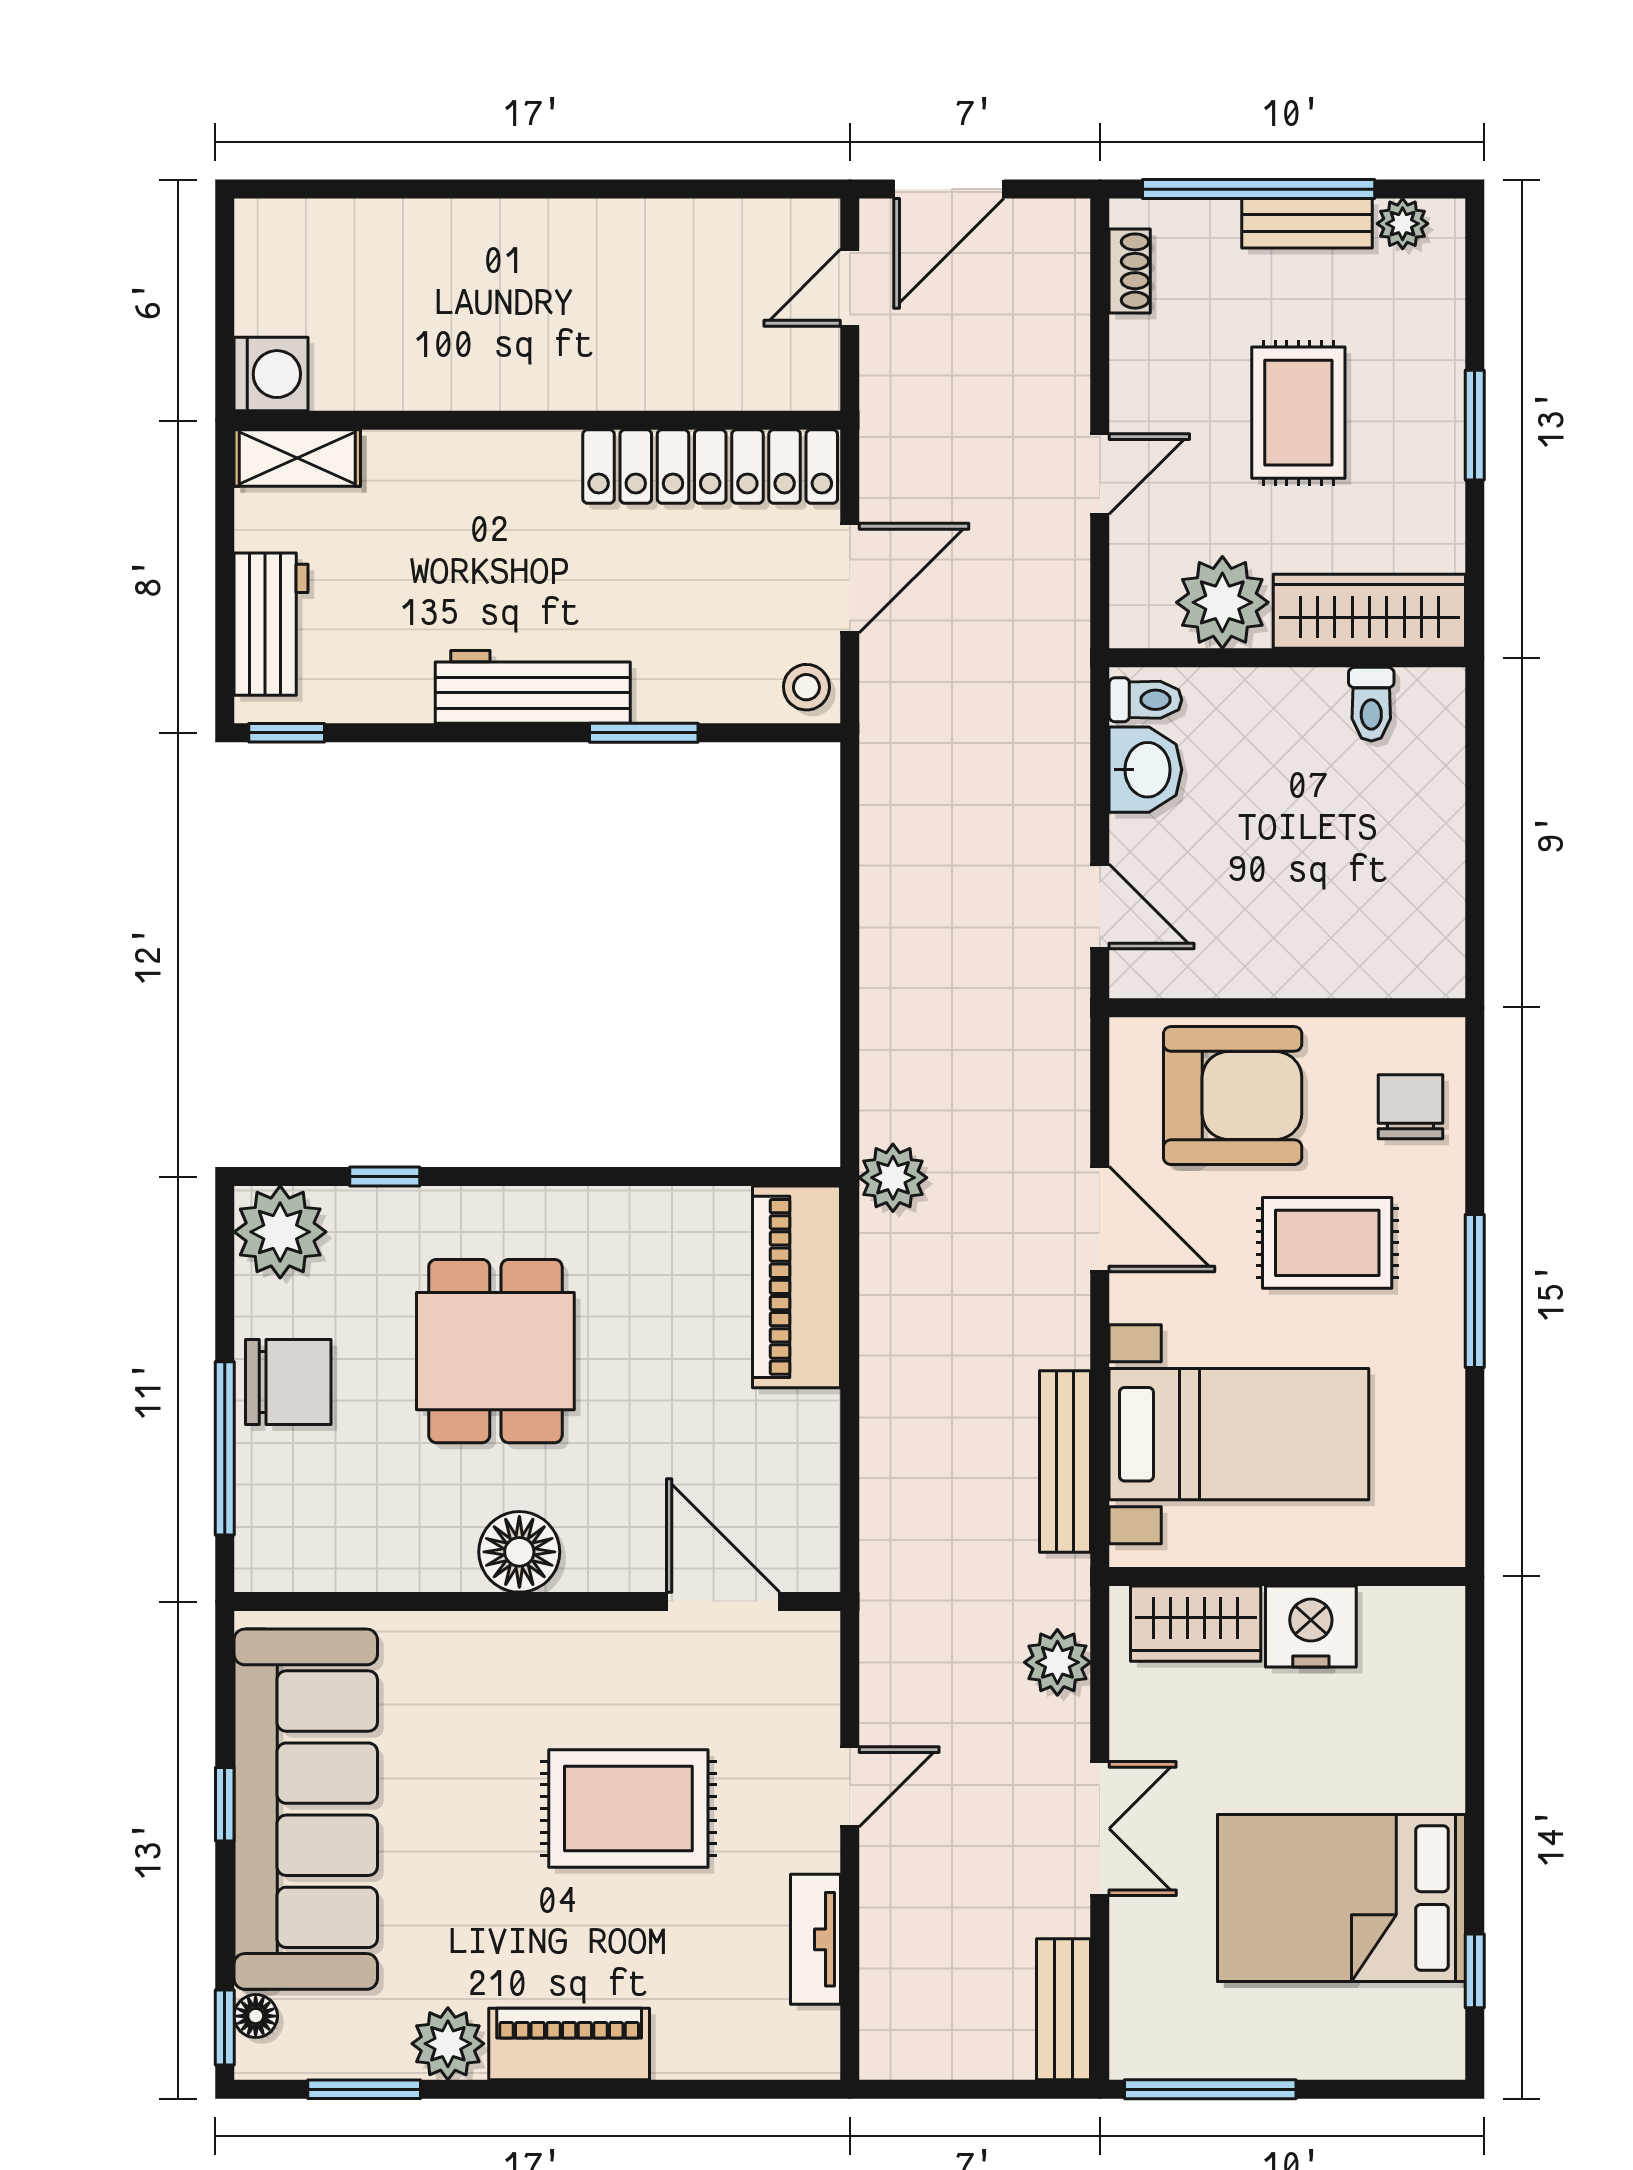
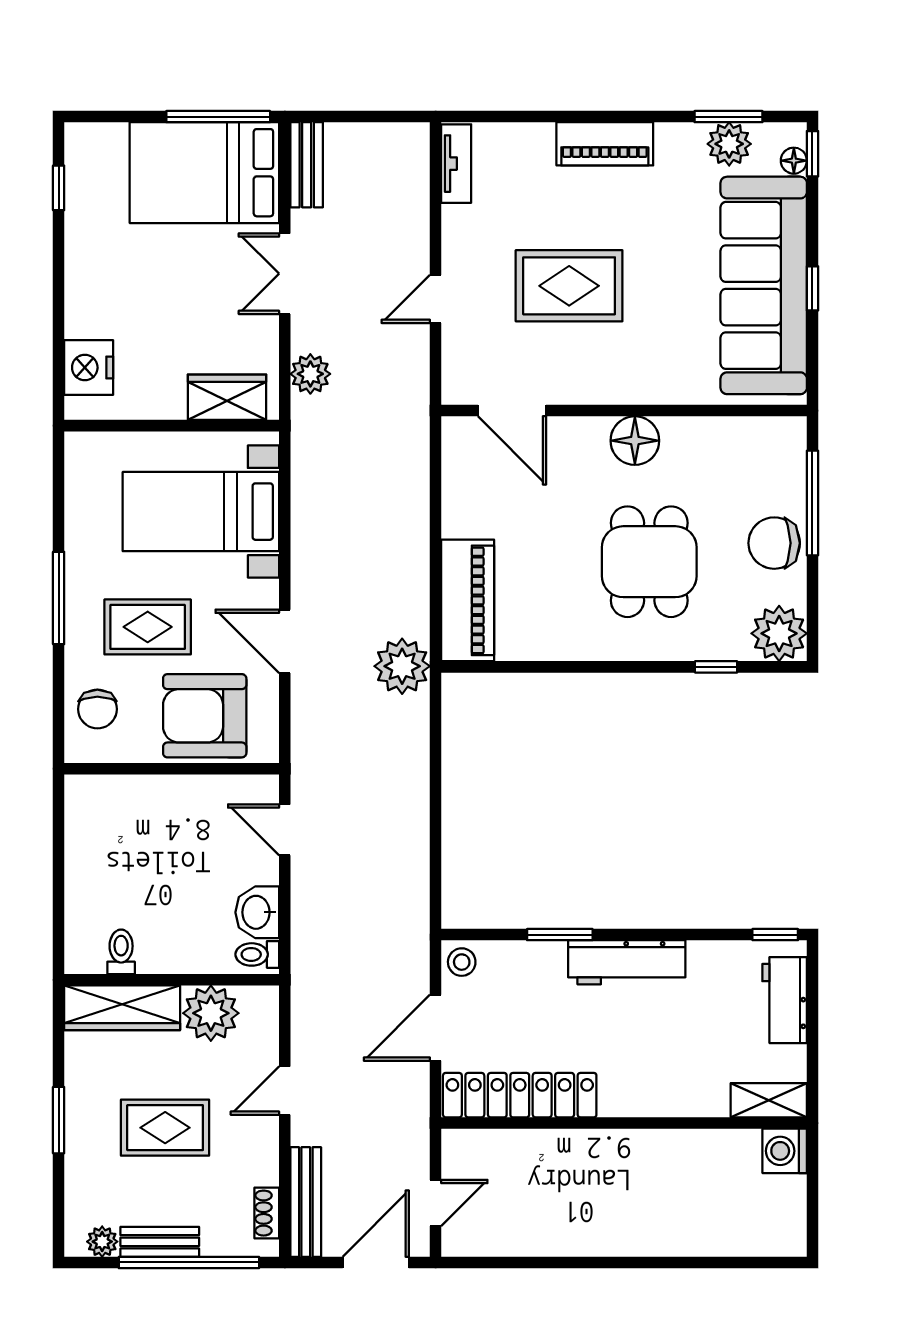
rug: (1298, 413) -> (165, 1128), turned 90
plant: (893, 1178) -> (402, 666), width x1.36, depth x1.36
bench: (1065, 1462) -> (306, 1202), moved
nightstand: (1311, 1627) -> (89, 368), moved, turned 90
bed: (1342, 1898) -> (204, 173), moved, turned 180
tv unit: (816, 1939) -> (456, 164), moved
plant: (448, 2044) -> (729, 144), moved

